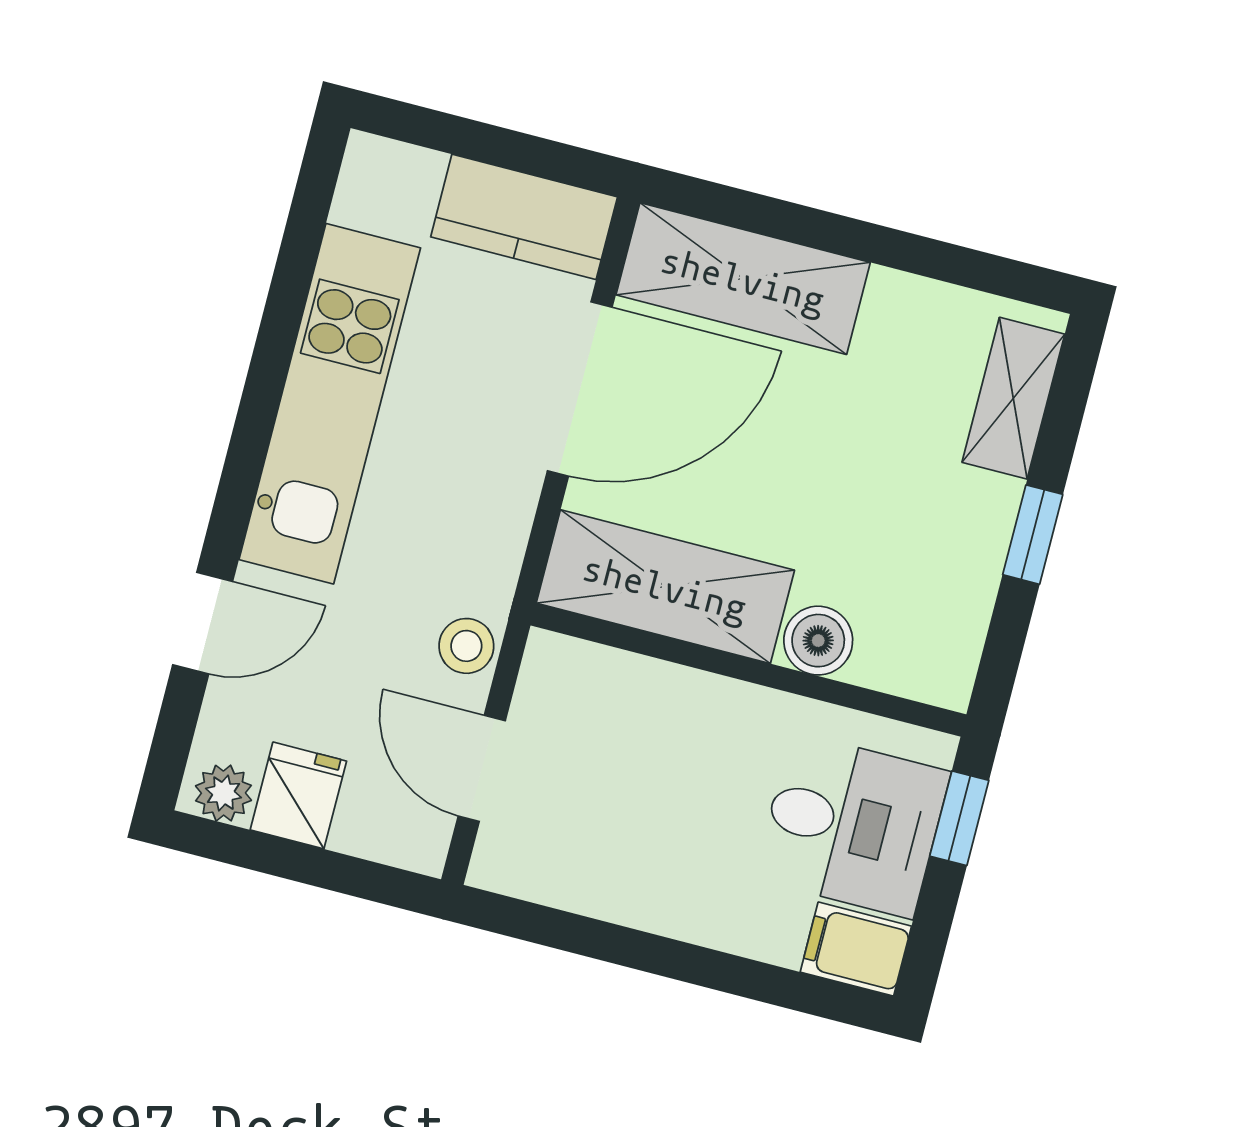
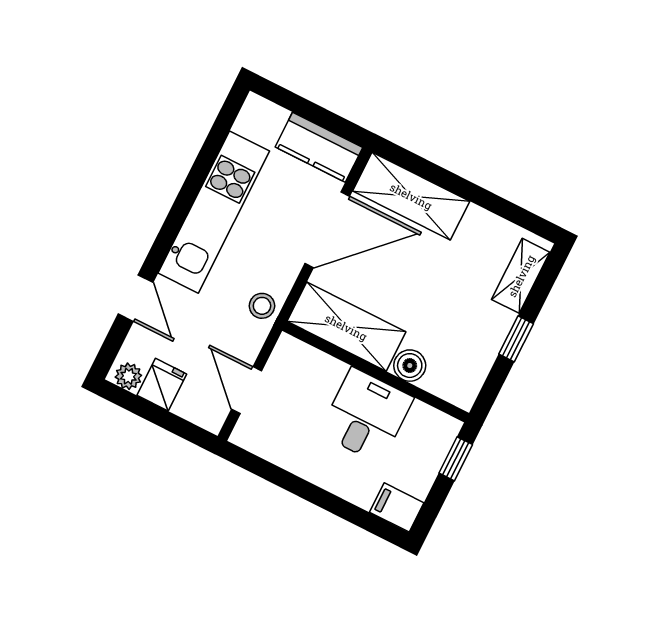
door: (203, 623) -> (136, 298), hinge flipped
stool: (466, 646) -> (262, 306), moved
desk: (852, 825) -> (366, 416), moved, turned -90

